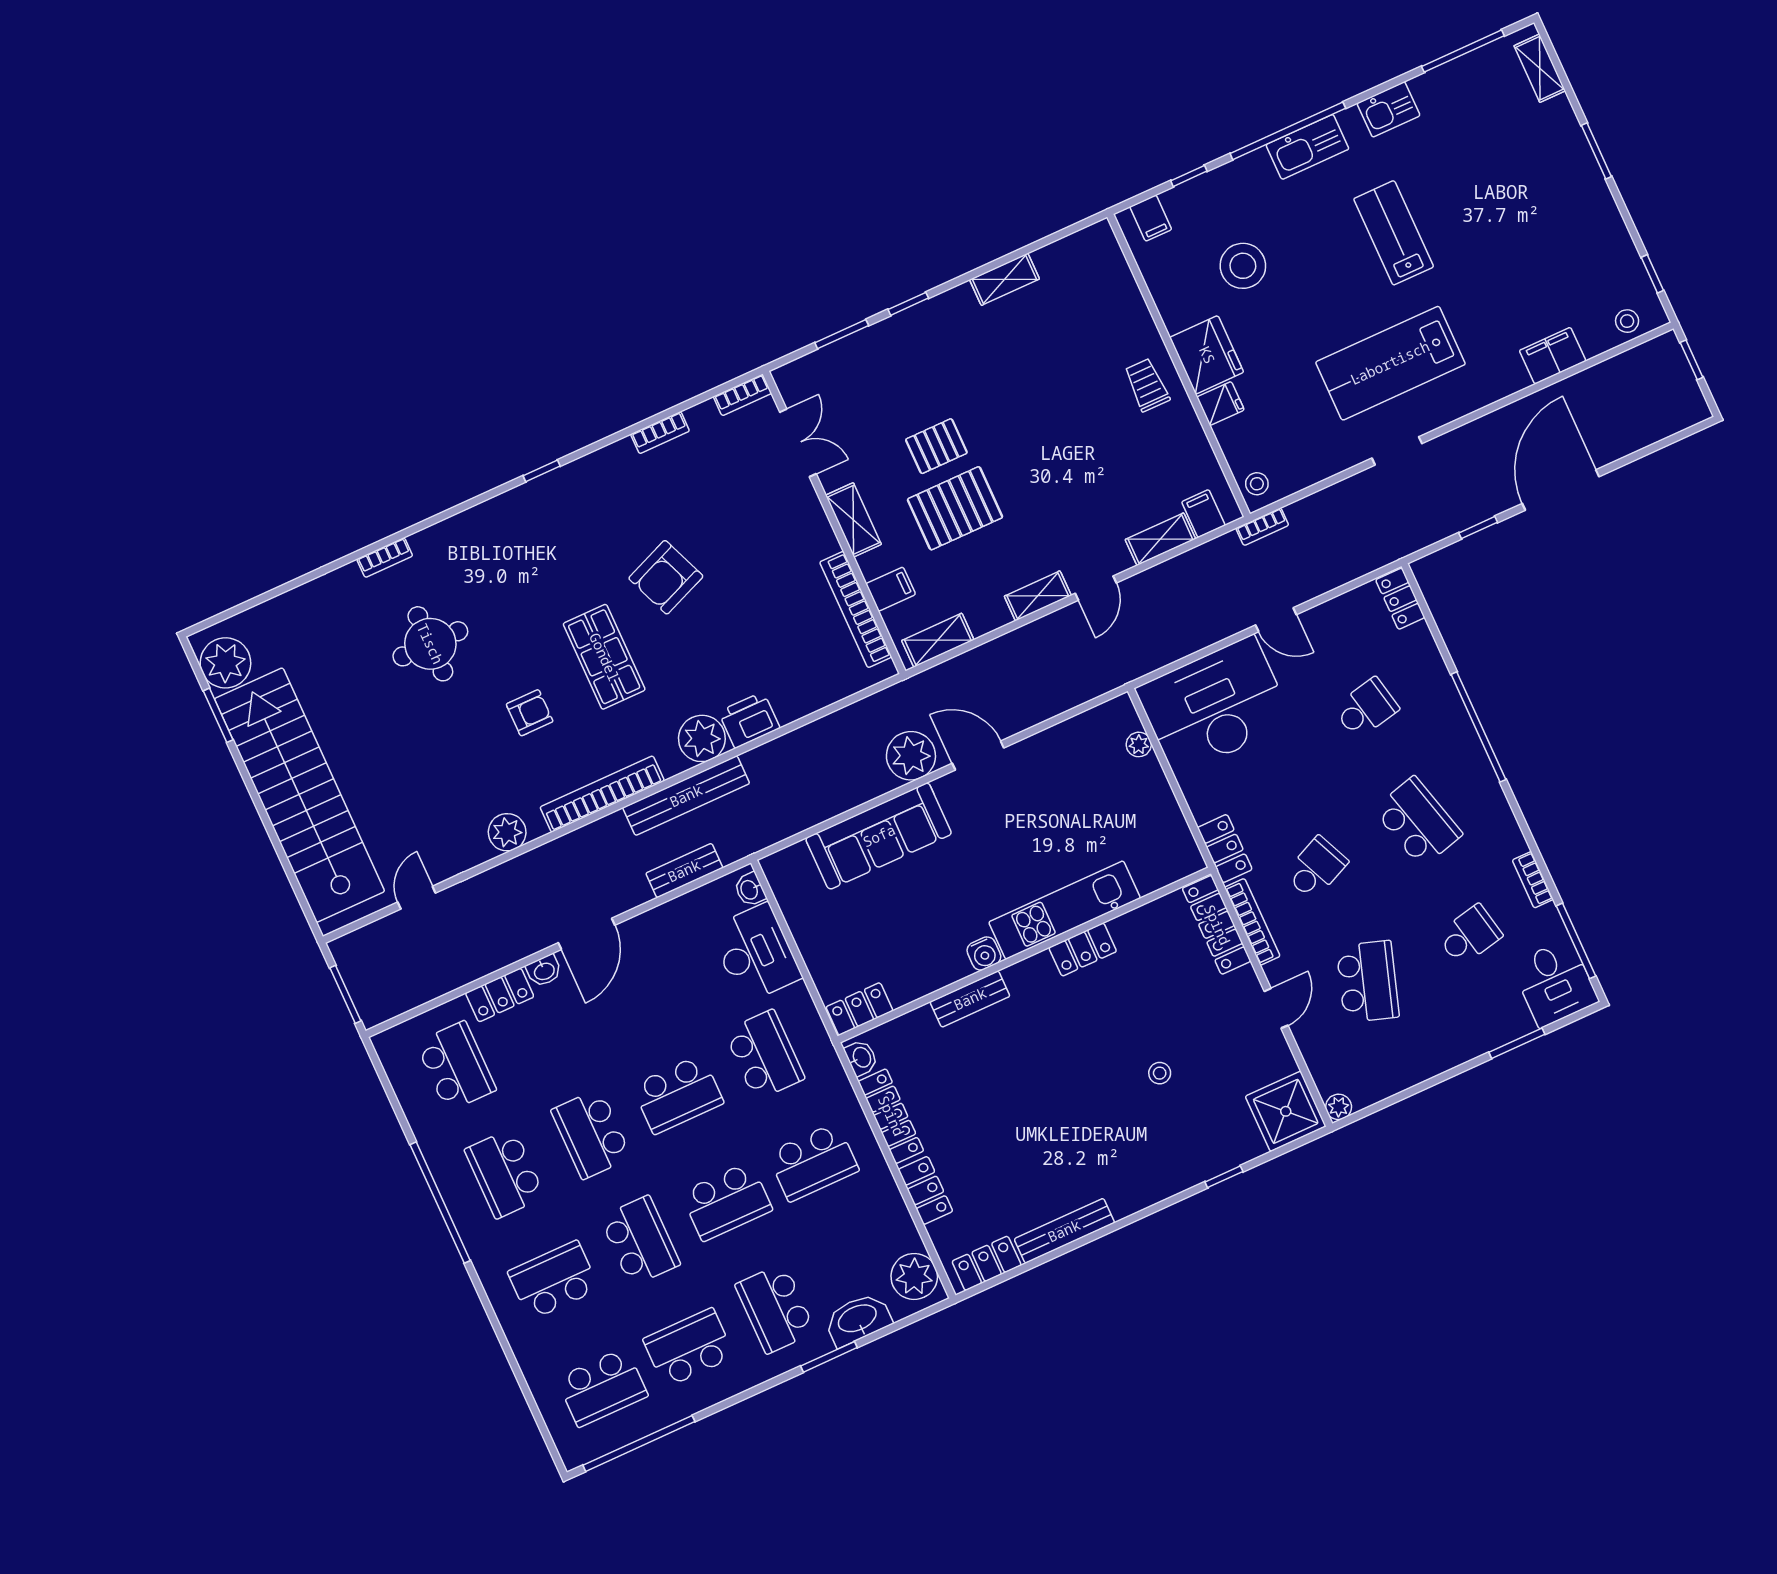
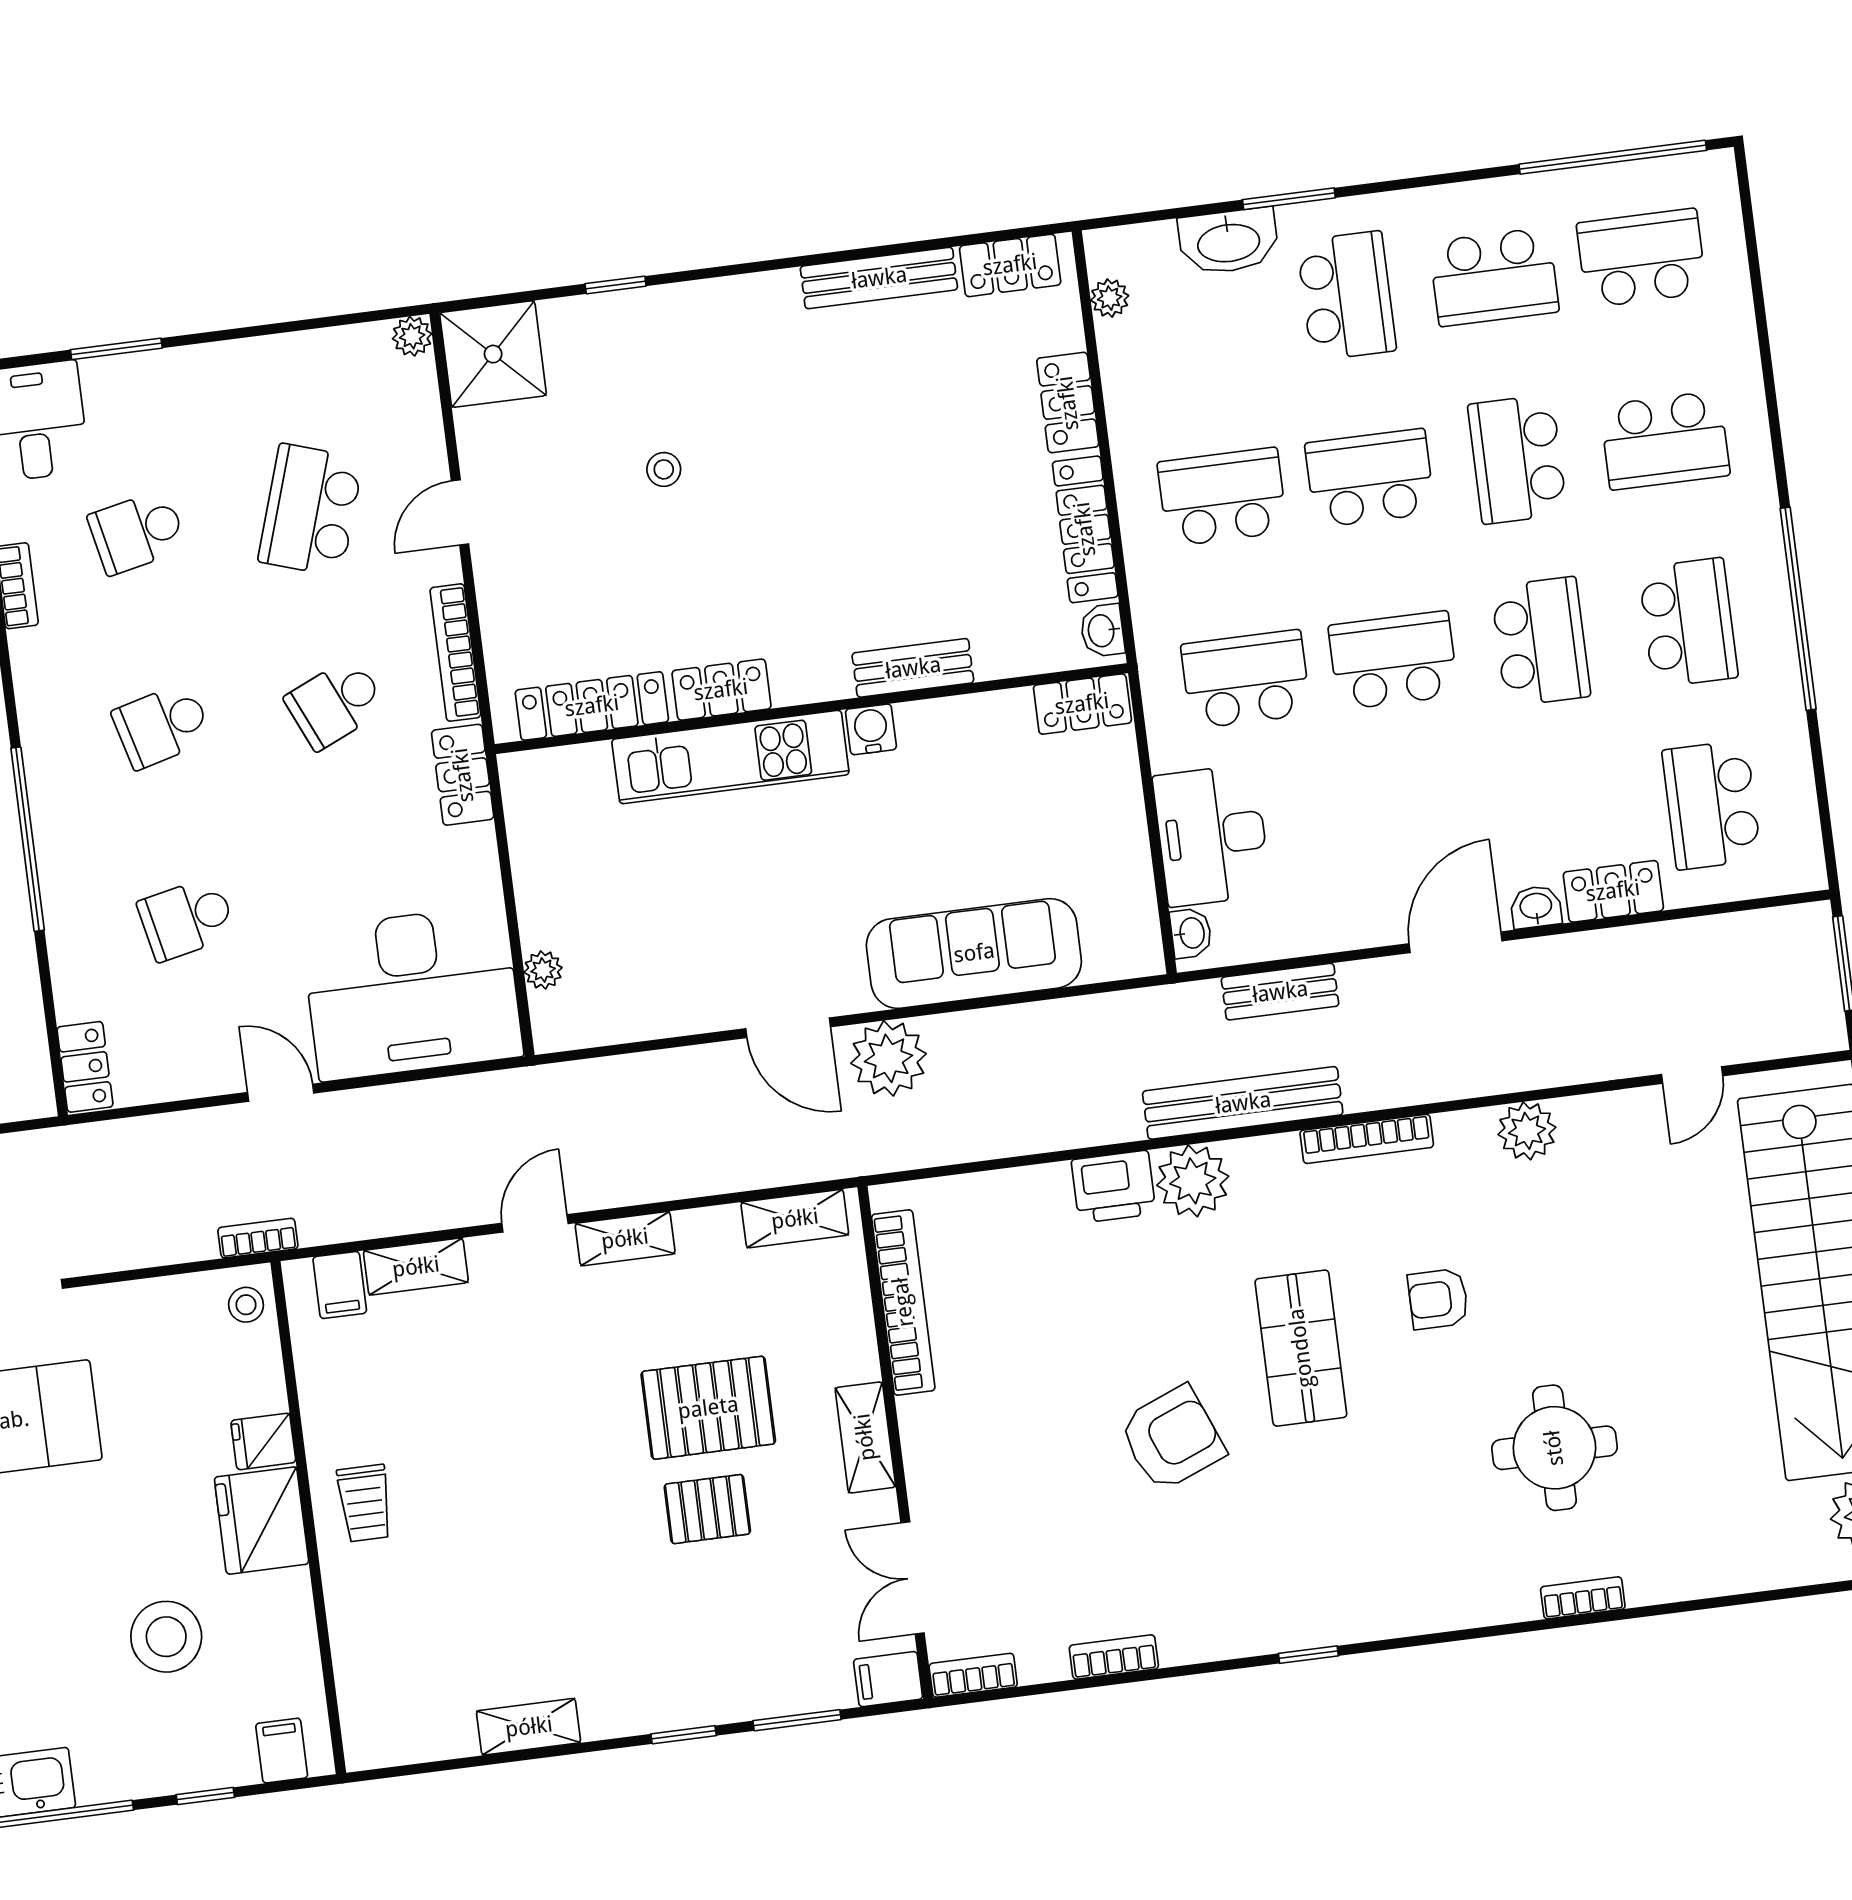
filing cabinet: (891, 589) -> (888, 1679), moved
bookcase: (602, 794) -> (1367, 1139), width x0.68, depth x0.76
school desk: (1418, 822) -> (162, 726), width x0.54
locker: (1217, 925) -> (592, 706), moved, turned -90
school desk: (764, 1055) -> (1246, 679), turned 90
plant: (914, 1276) -> (1110, 298), width x0.53, depth x0.53

